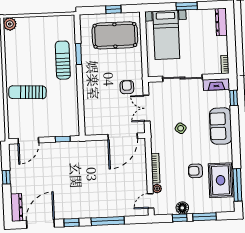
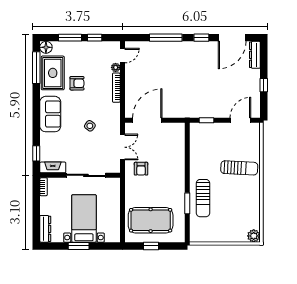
bed with nightstands: (166, 35) -> (84, 218), moved
sofa: (221, 126) -> (50, 114), moved
floor lamp: (182, 208) -> (46, 47), moved

